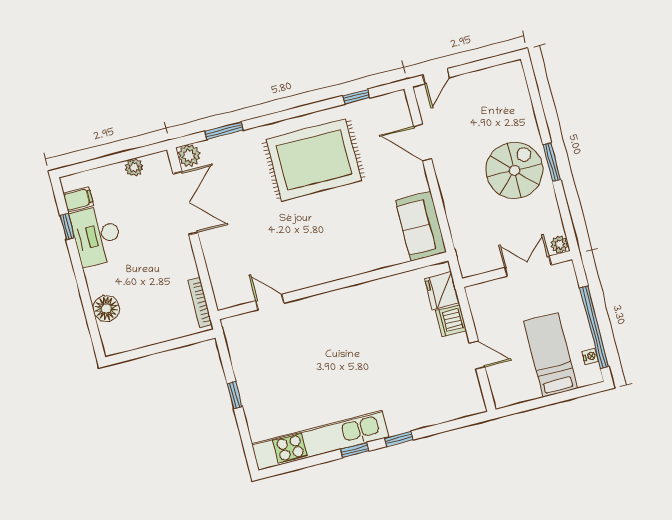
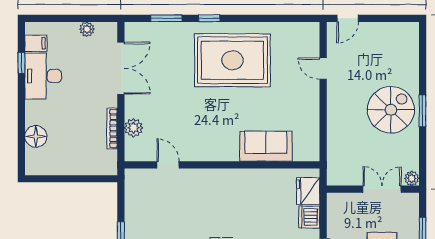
window: (356, 97) -> (209, 18), moved
door: (423, 143) -> (323, 69), width x0.73
plant: (189, 156) -> (134, 128), moved
sofa: (421, 226) -> (266, 146), moved, turned 90
bookcase: (200, 303) -> (112, 128), moved

